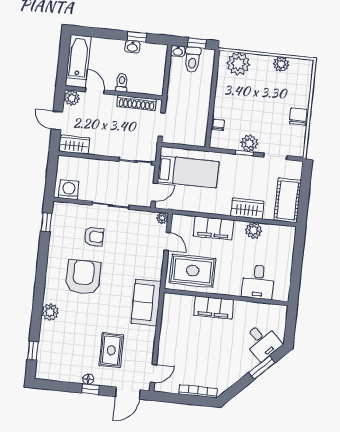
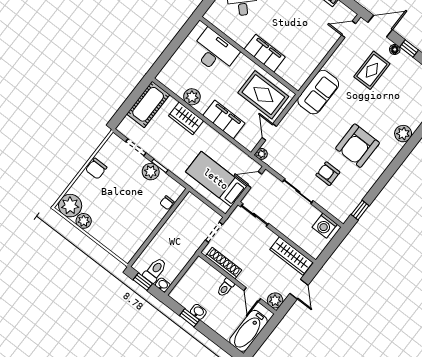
plant: (238, 64) -> (70, 206), moved
wardrobe: (74, 145) -> (291, 256), width x1.50
desk: (258, 282) -> (215, 52), width x1.37
floor lamp: (88, 379) -> (395, 49), moved

